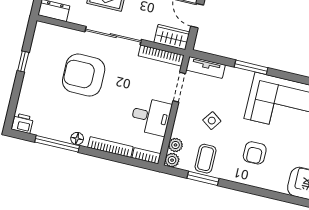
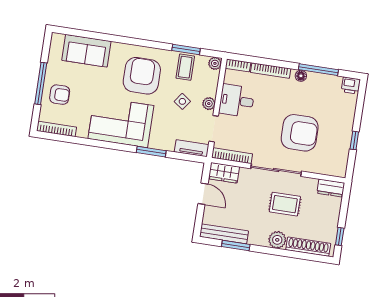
plant: (176, 145) -> (209, 104), moved
armchair: (255, 153) -> (142, 76), width x1.88, depth x1.88

